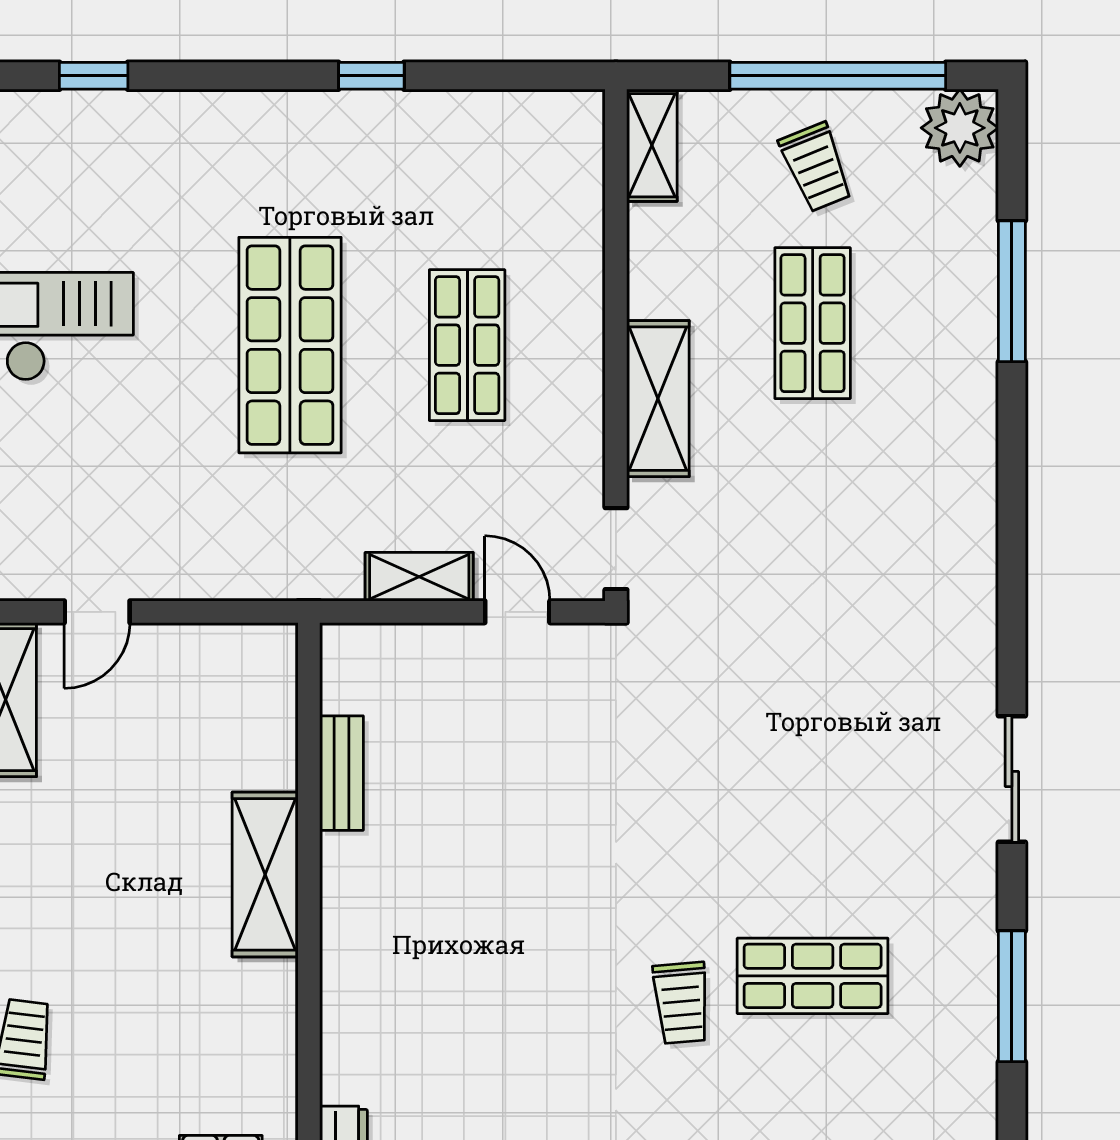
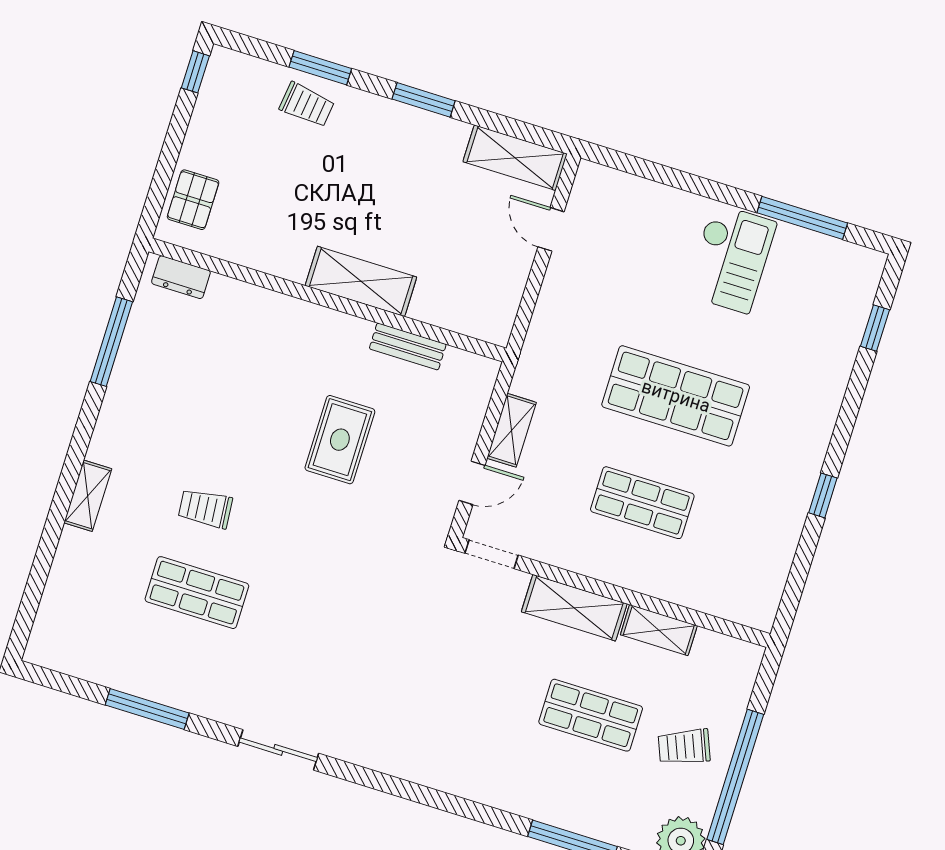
shelving: (652, 145) -> (659, 630), moved
rug: (514, 832) -> (340, 440), added
shop shelf: (813, 976) -> (197, 593), turned 90

